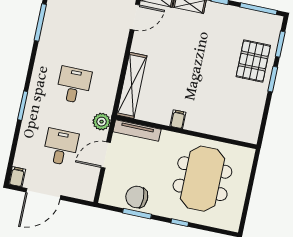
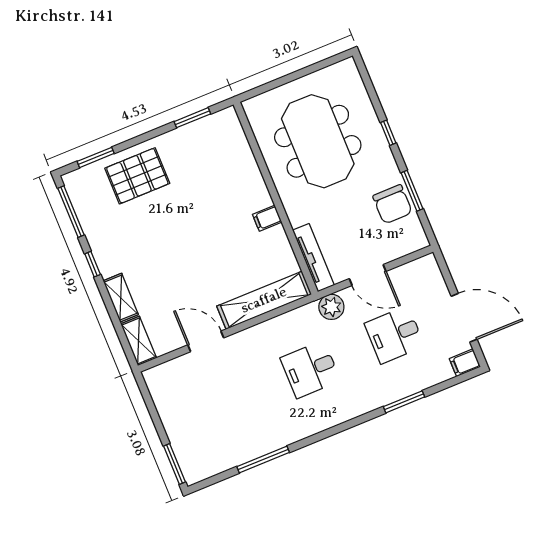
door: (135, 17) -> (206, 341), moved
window: (273, 79) -> (192, 118), moved
window: (23, 106) -> (404, 402), moved
meeting table: (202, 179) -> (318, 141), turned 90

